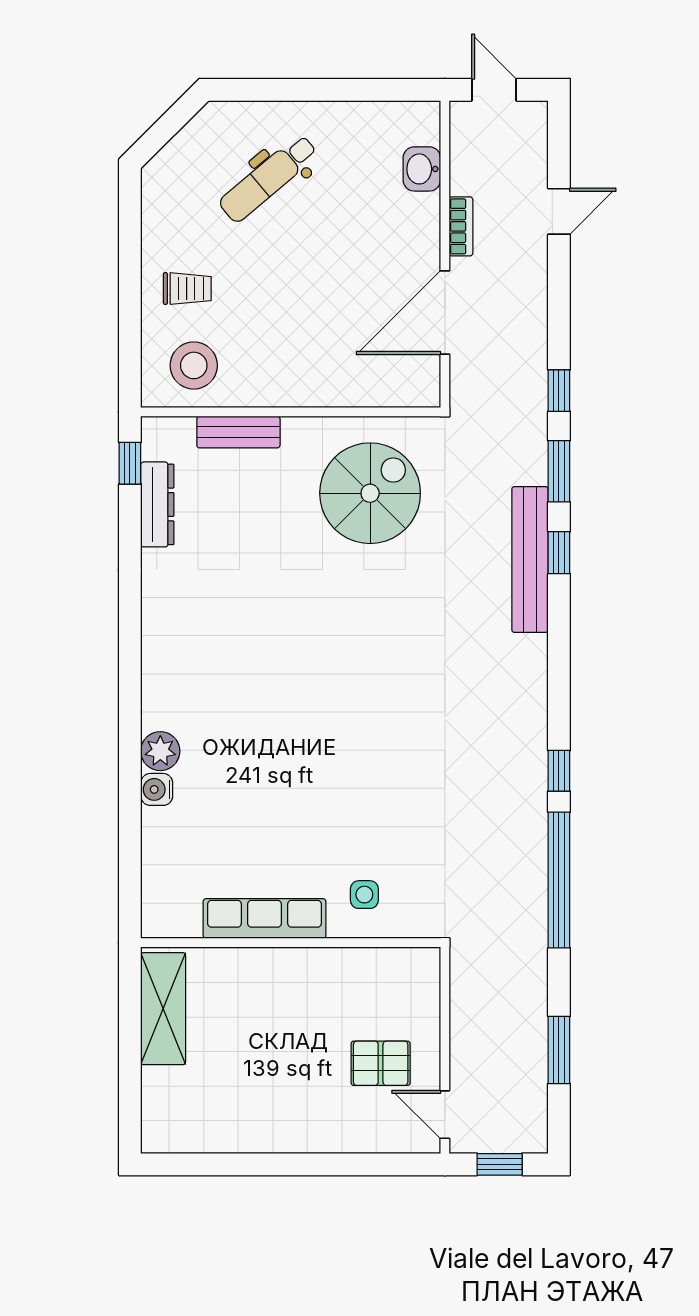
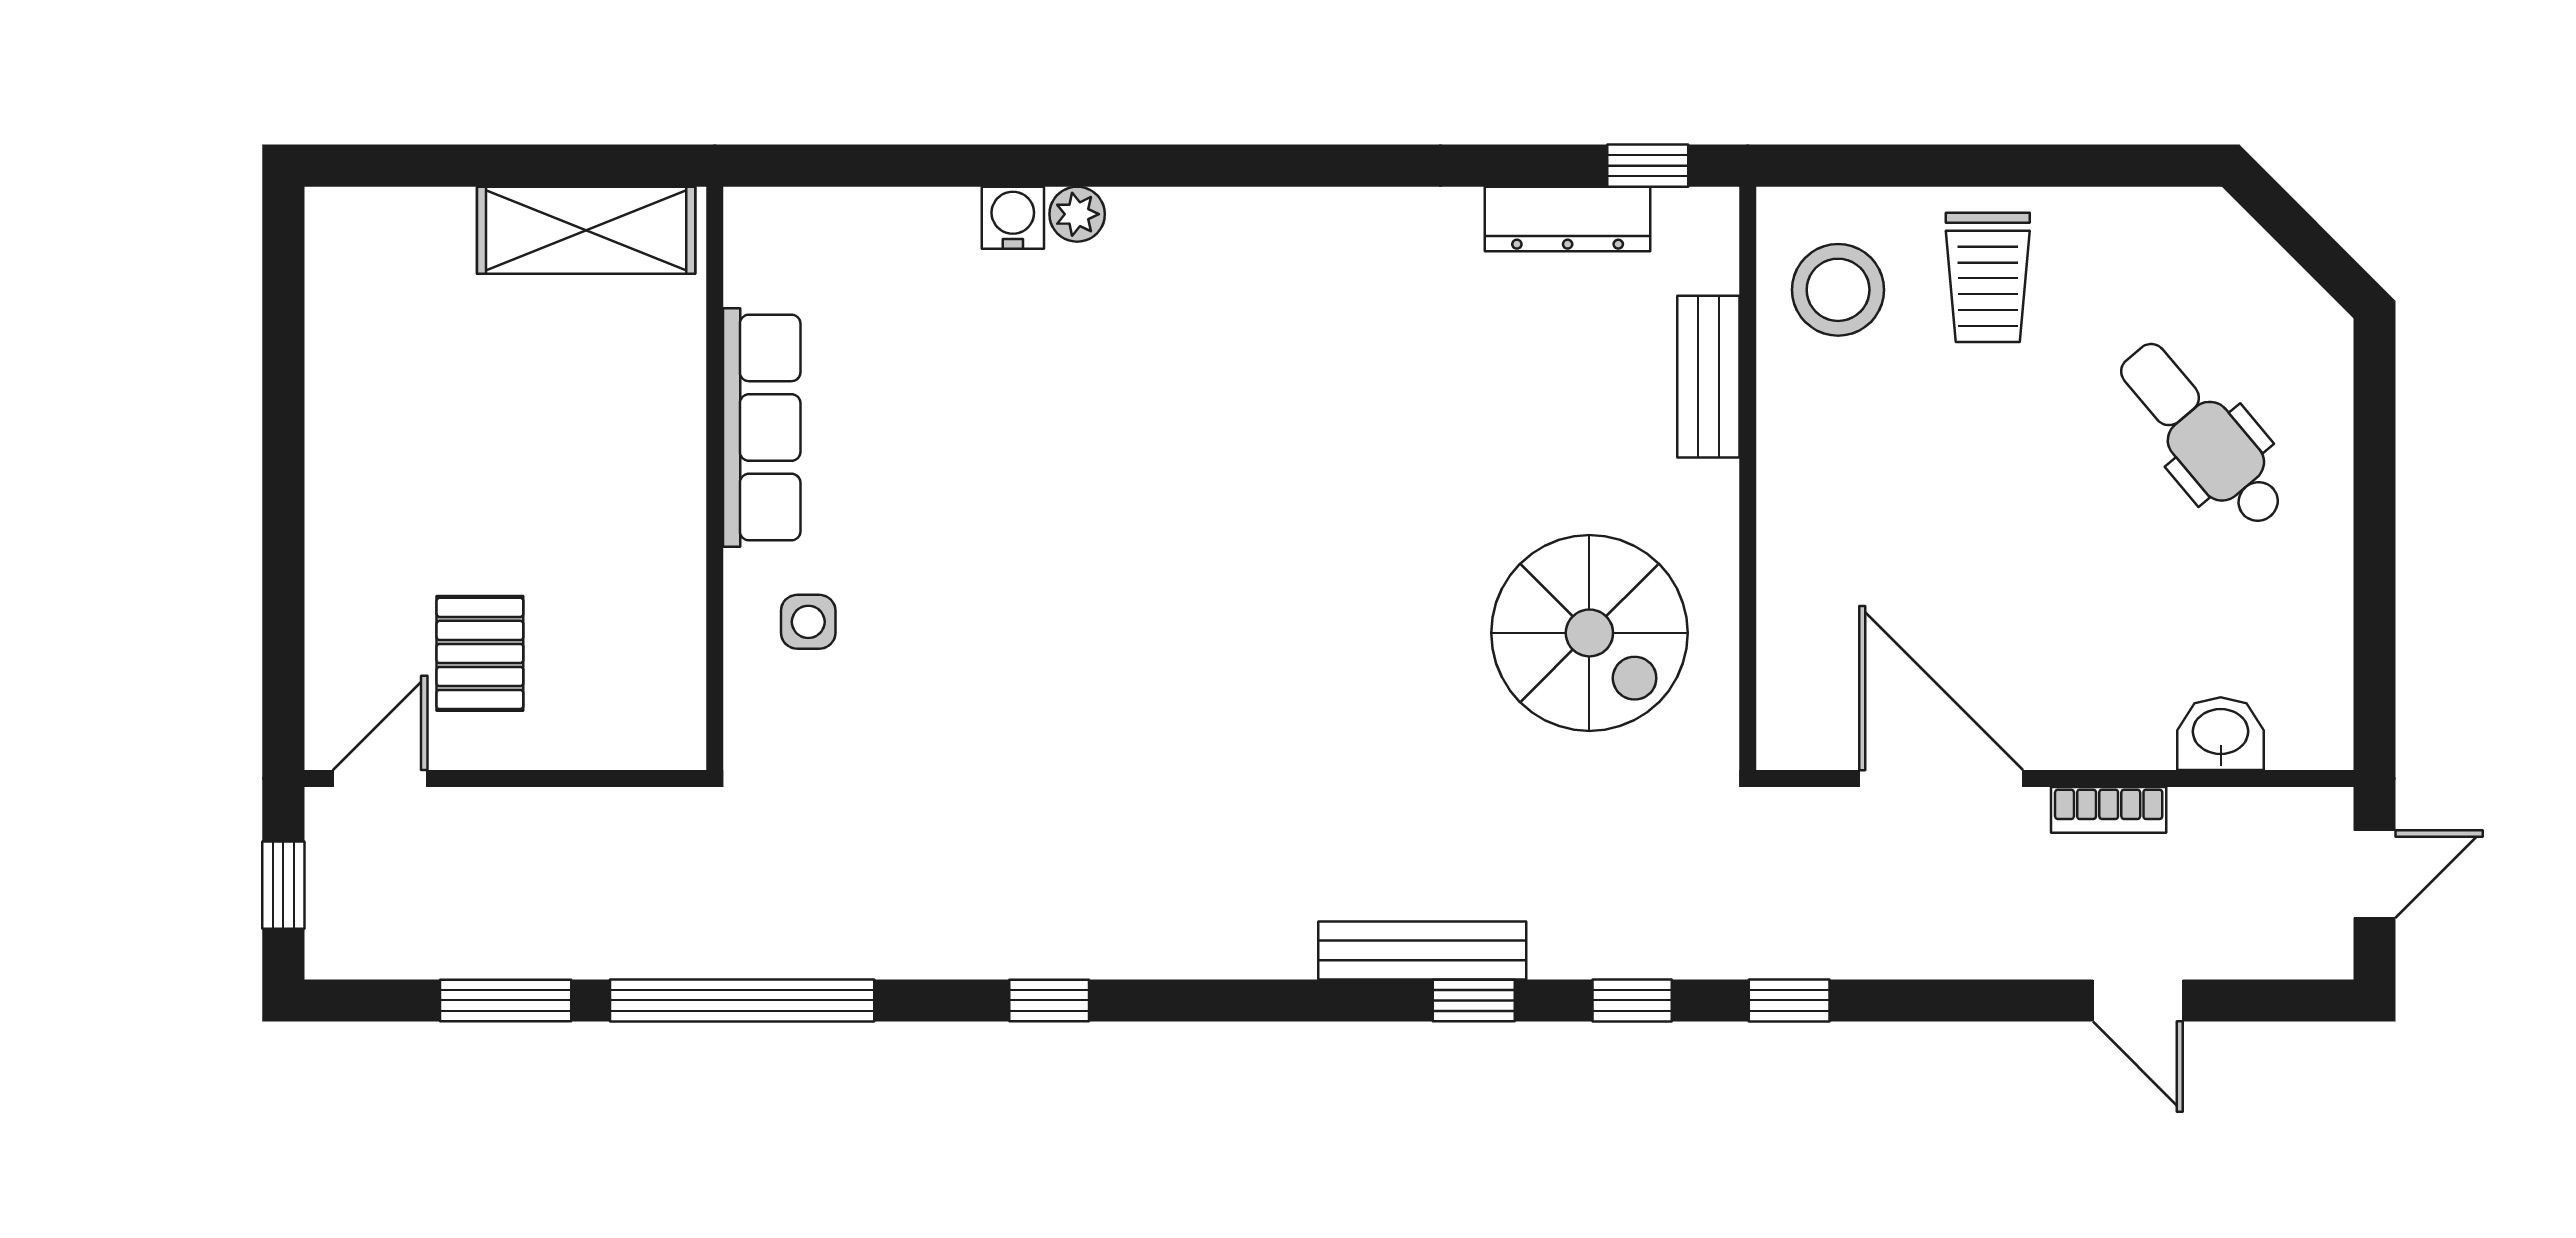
trolley: (187, 289) -> (1988, 277), width x1.36, depth x1.39
window: (559, 471) -> (1632, 1000), width x0.67
bench: (530, 560) -> (1422, 950), width x0.73, depth x0.82
plant: (160, 751) -> (1077, 214), width x0.73, depth x0.73
window: (559, 880) -> (742, 1000), moved

